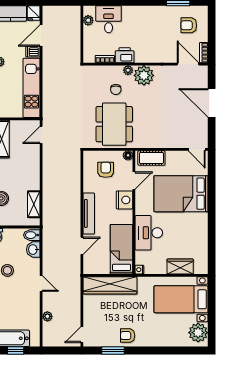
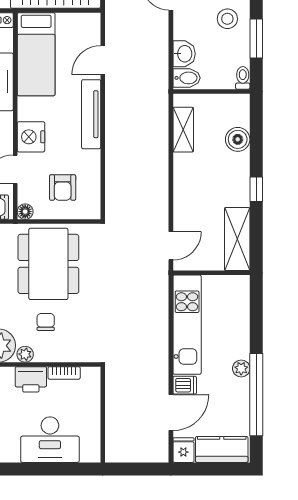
desk: (109, 19) -> (50, 440), width x1.37
plant: (88, 20) -> (92, 438), removed

